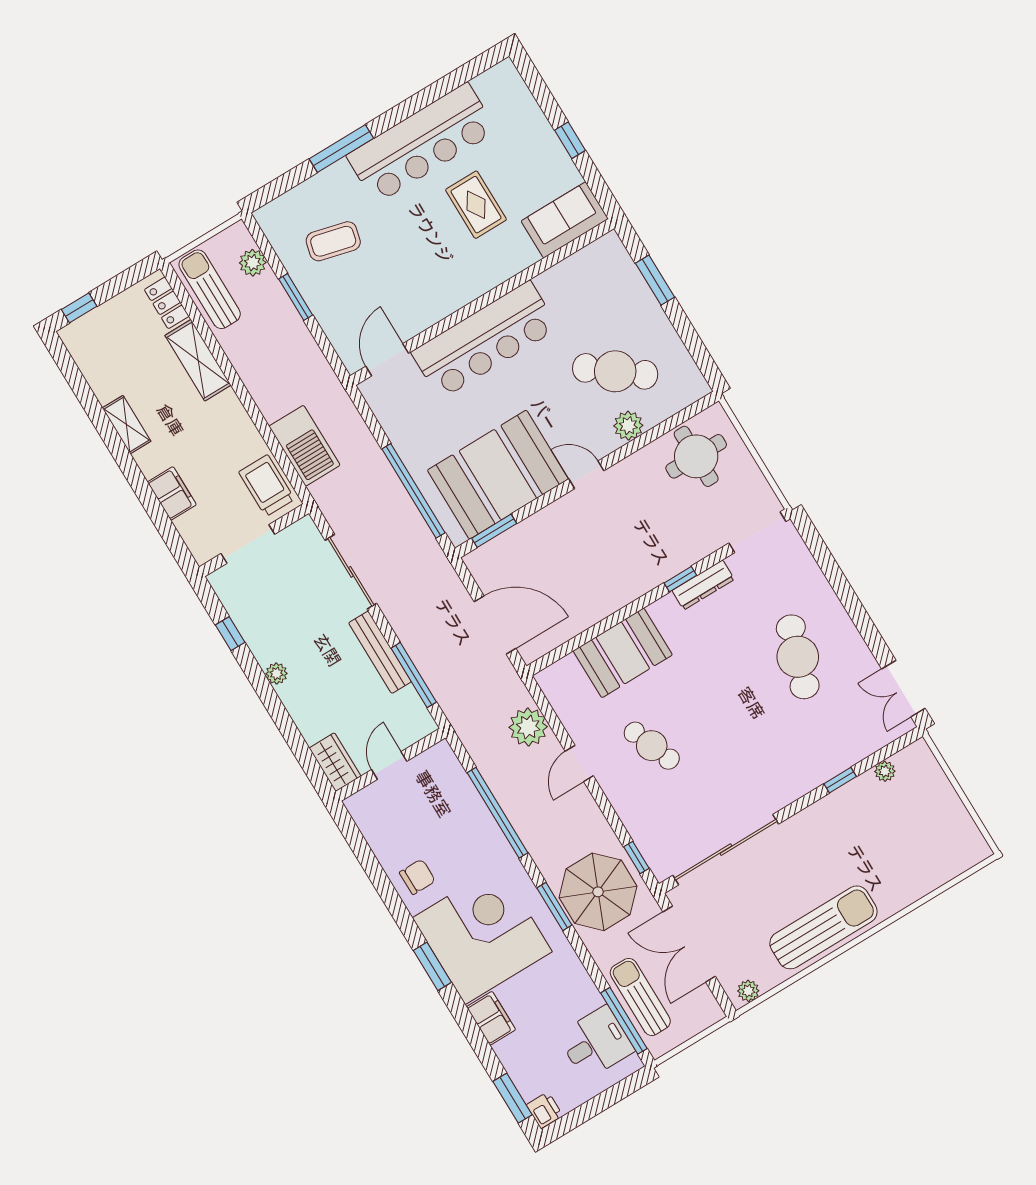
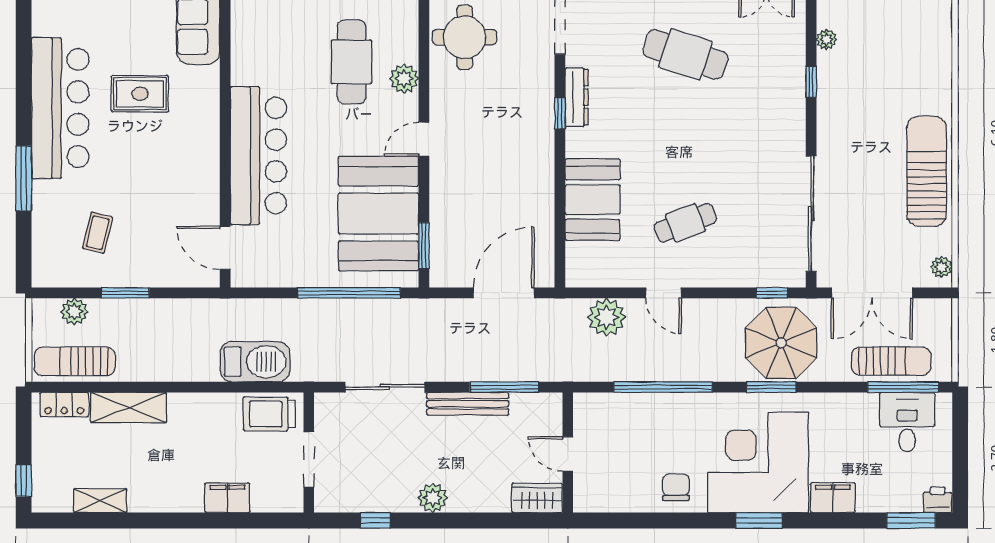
coffee table: (333, 241) -> (98, 233), width x0.73, depth x0.77
cafe table: (615, 371) -> (352, 62), turned -38
shelving: (127, 425) -> (100, 501), moved
plant: (276, 674) -> (433, 498), width x1.38, depth x1.38
sun lounger: (640, 997) -> (891, 361), turned 180

